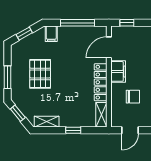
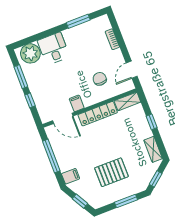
window: (127, 23) -> (30, 100), moved
filing cabinet: (118, 71) -> (77, 103), width x0.50
door: (130, 130) -> (132, 70), swing flipped

